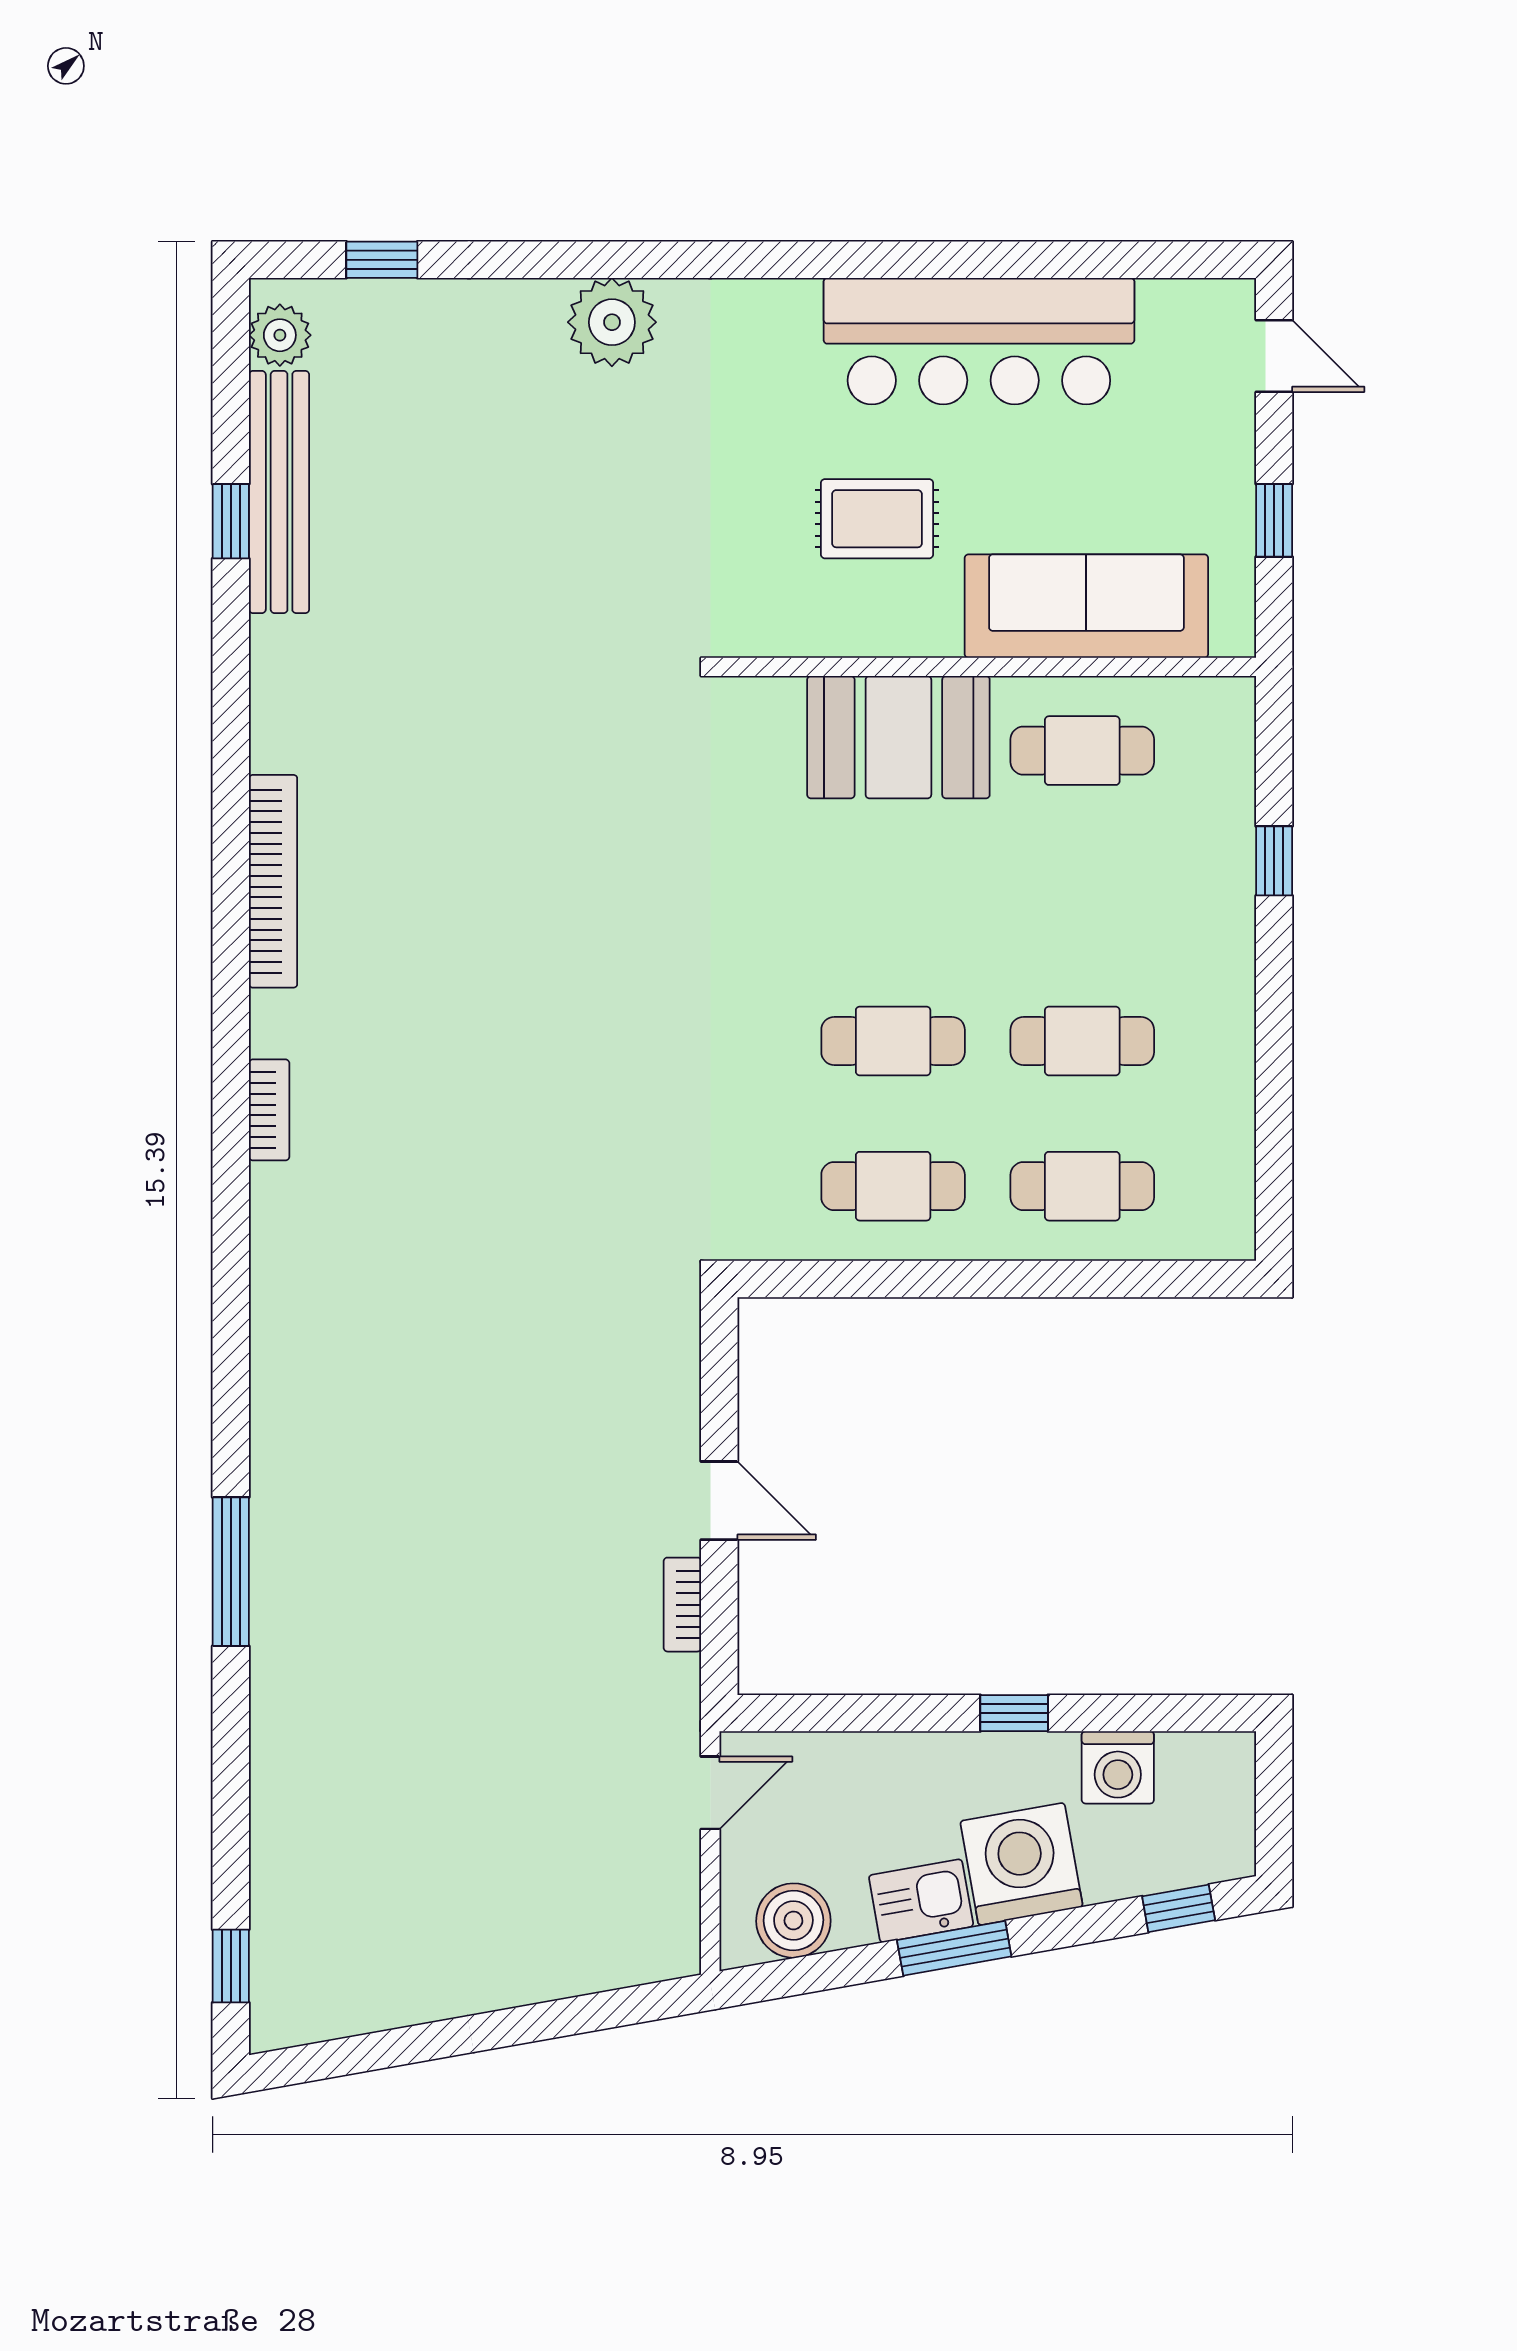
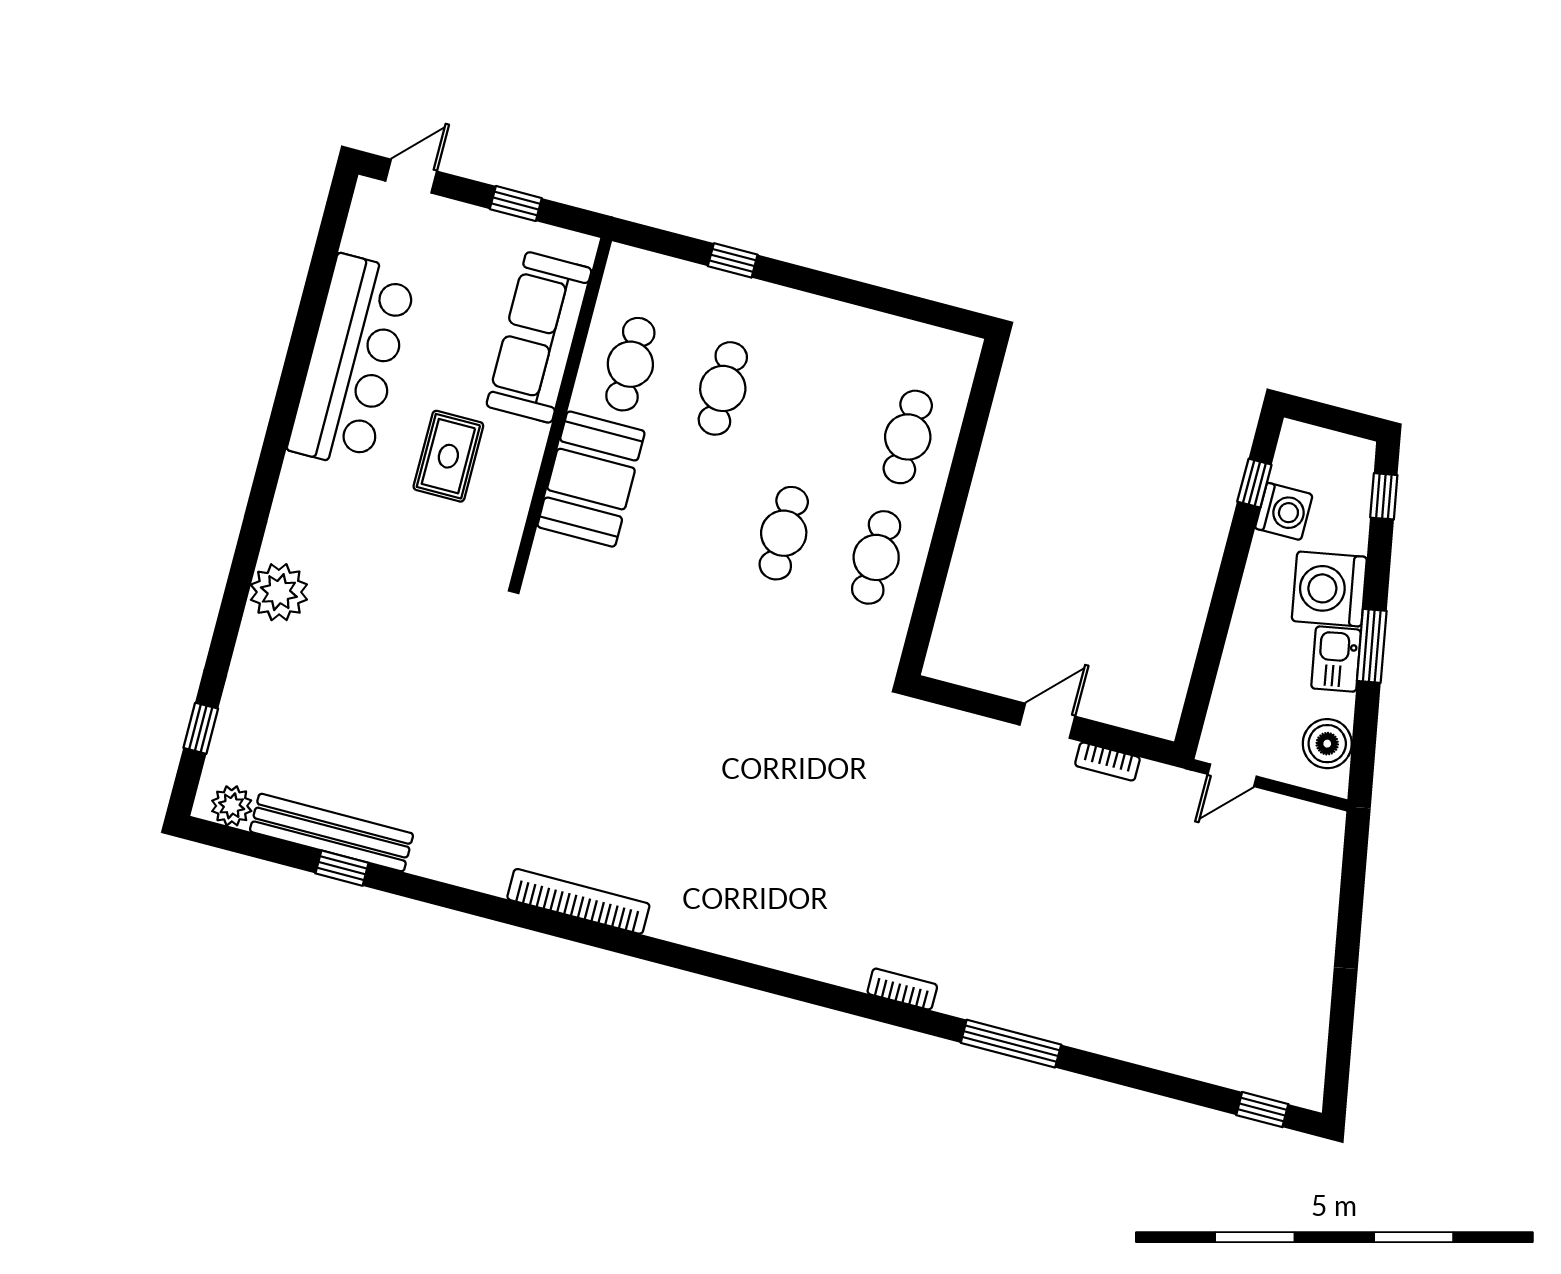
cafe table: (1082, 1041) -> (723, 388), moved
bookcase: (269, 1110) -> (902, 989), moved
window: (1014, 1713) -> (1254, 483), moved
door: (710, 1793) -> (1232, 775), swing flipped

